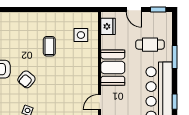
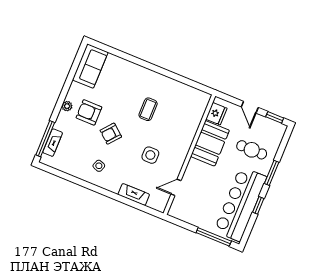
side table: (81, 35) -> (150, 155), moved
booth: (113, 68) -> (210, 143), moved
window: (175, 102) -> (258, 205), moved

